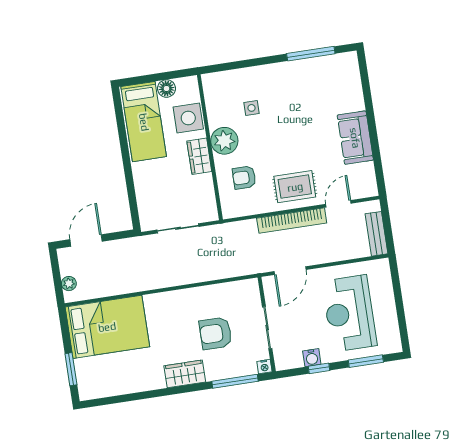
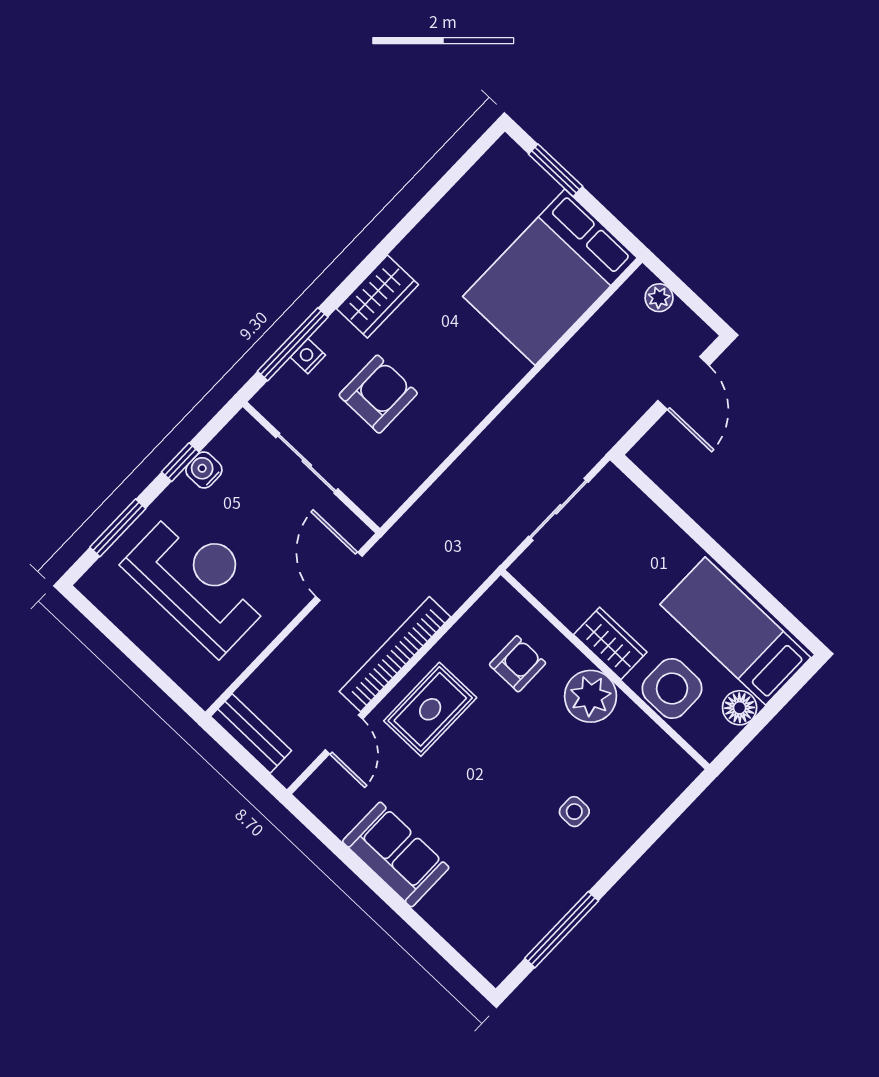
side table: (252, 108) -> (574, 812), moved
nightstand: (264, 367) -> (308, 356), moved

